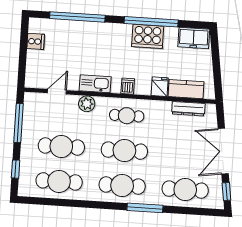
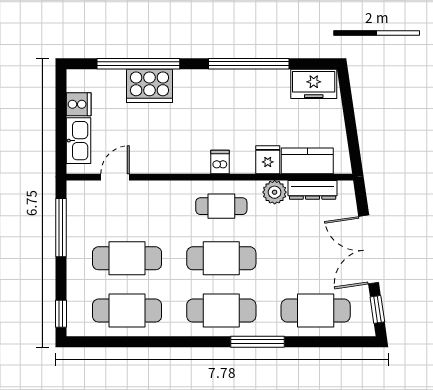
cooker: (148, 36) -> (149, 86), moved
kitchen sink: (95, 84) -> (78, 141), moved, turned 90
plant: (87, 104) -> (275, 192), moved
window: (16, 169) -> (61, 314), moved

